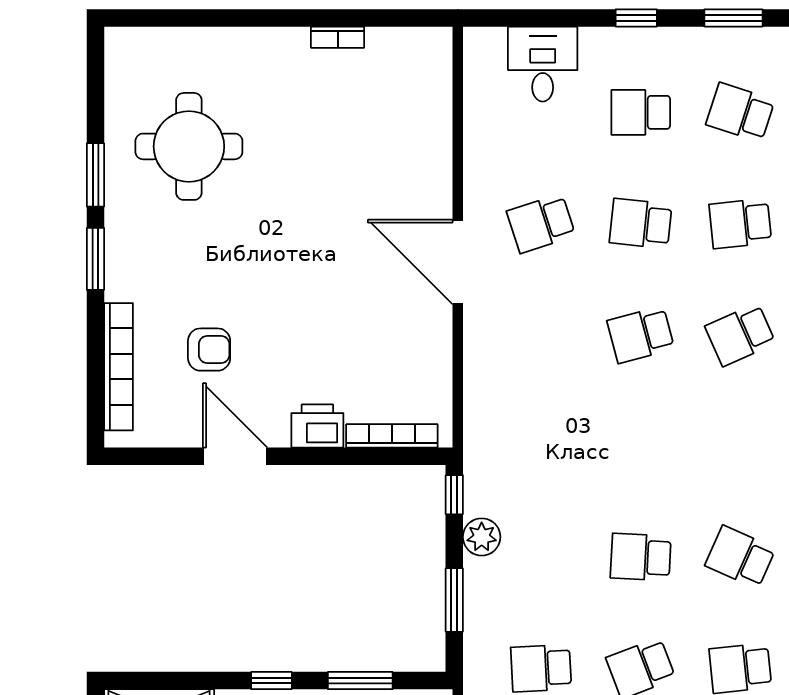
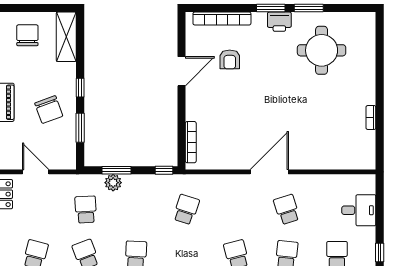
printer: (317, 426) -> (279, 22), moved, turned 90
school desk: (541, 446) -> (186, 209), added
plant: (482, 537) -> (113, 183), moved

